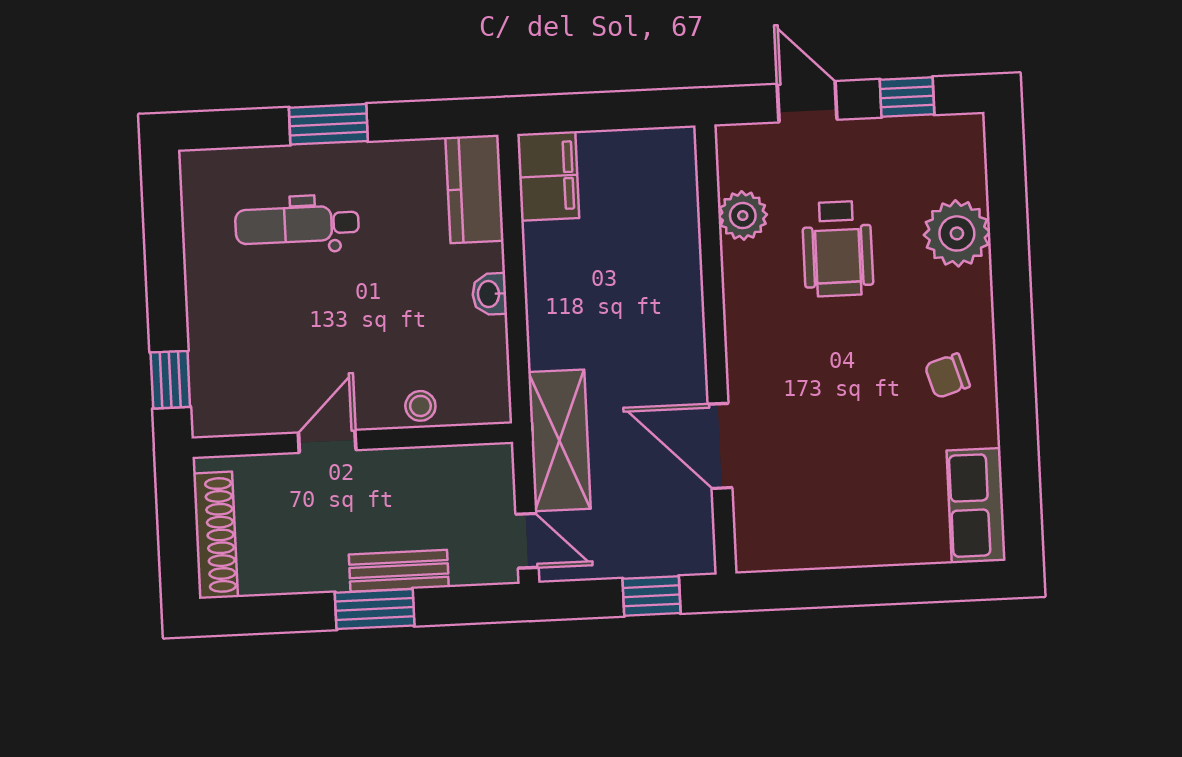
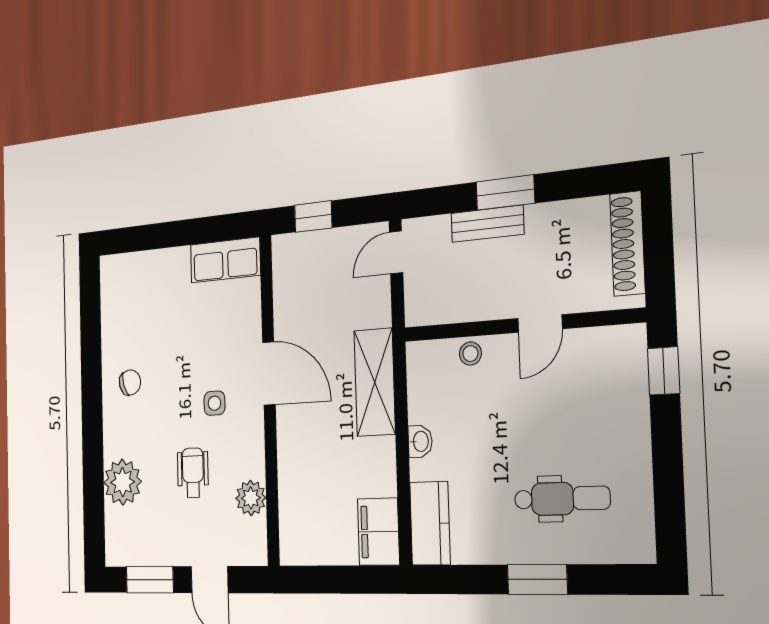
window: (907, 97) -> (150, 580), width x1.50
wheelchair: (838, 249) -> (193, 473), width x0.73, depth x0.73
side table: (804, 345) -> (214, 403), added
shelving: (559, 440) -> (375, 382), moved
door: (720, 446) -> (269, 373), moved
row of seats: (976, 505) -> (225, 260), moved, turned 90
door: (527, 541) -> (396, 252), hinge flipped

